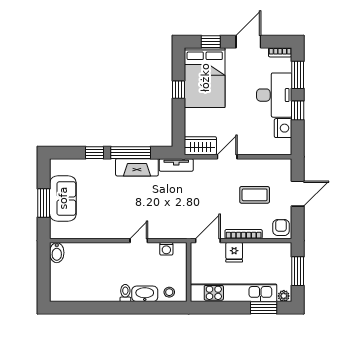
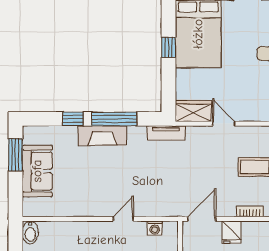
door: (227, 157) -> (224, 124), hinge flipped
fireplace: (137, 167) -> (102, 136), moved
window: (44, 203) -> (15, 155), moved
bookcase: (244, 234) -> (250, 211), width x0.64

